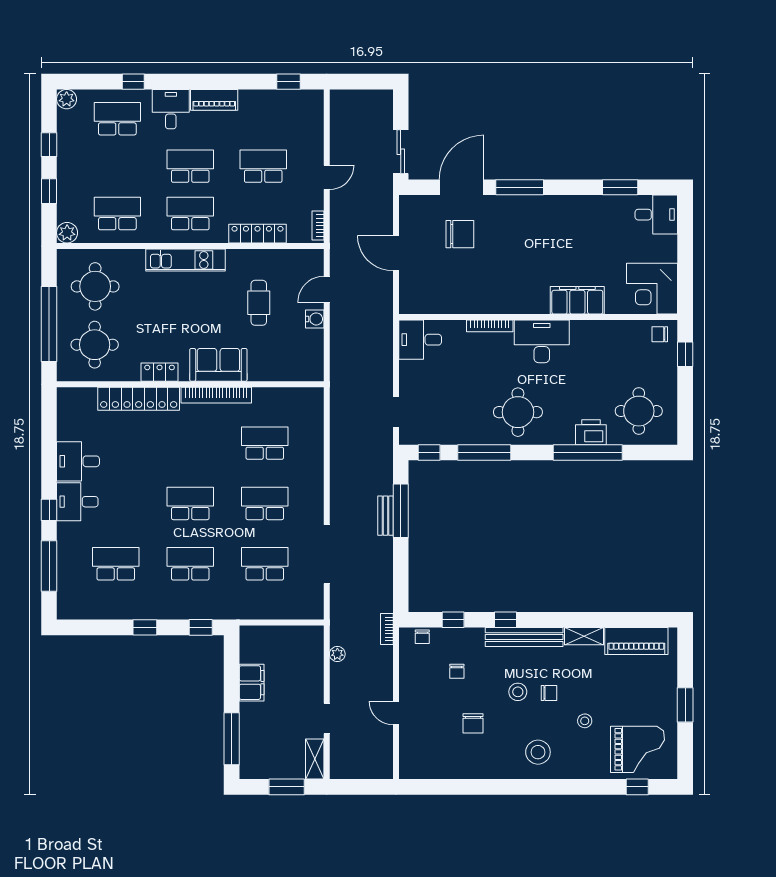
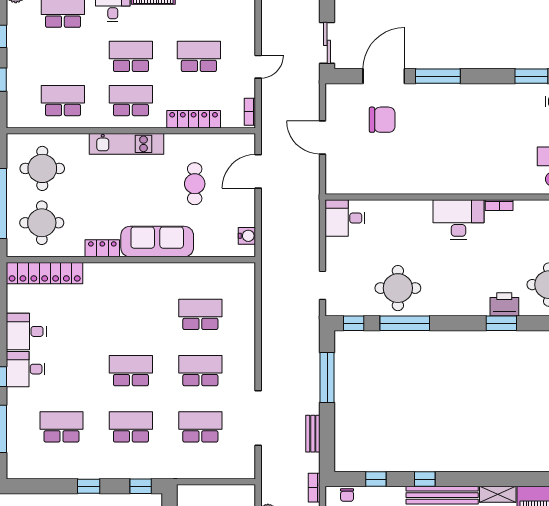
plant: (67, 233) -> (16, 118), removed
door: (327, 289) -> (258, 171), width x1.38
filing cabinet: (577, 300) -> (492, 181), removed
water cooler: (315, 319) -> (247, 236), moved
bookcase: (490, 326) -> (499, 205), moved, width x0.64
sofa: (218, 365) -> (157, 242), width x1.36
bookcase: (216, 395) -> (155, 270), removed
locker: (139, 399) -> (45, 273), moved
round table: (518, 412) -> (398, 288), moved
window: (588, 453) -> (501, 323), width x0.47
bench: (385, 516) -> (313, 434), moved

